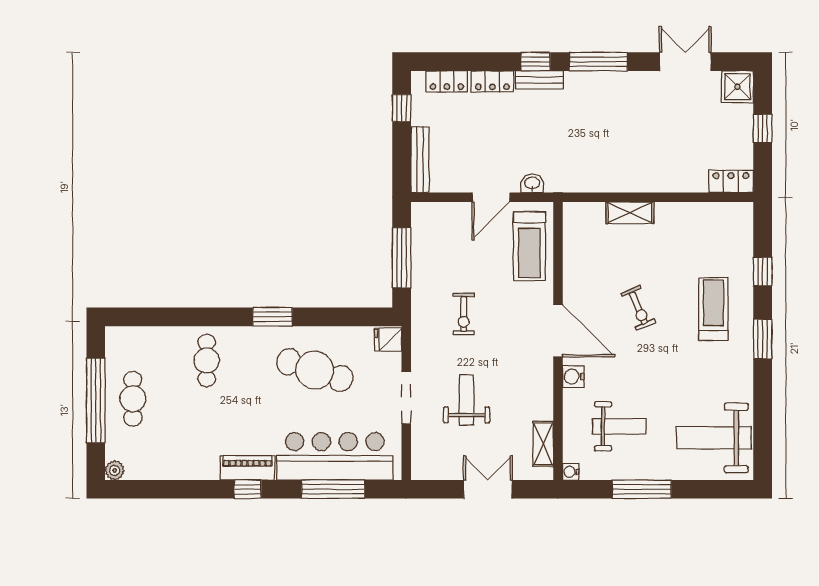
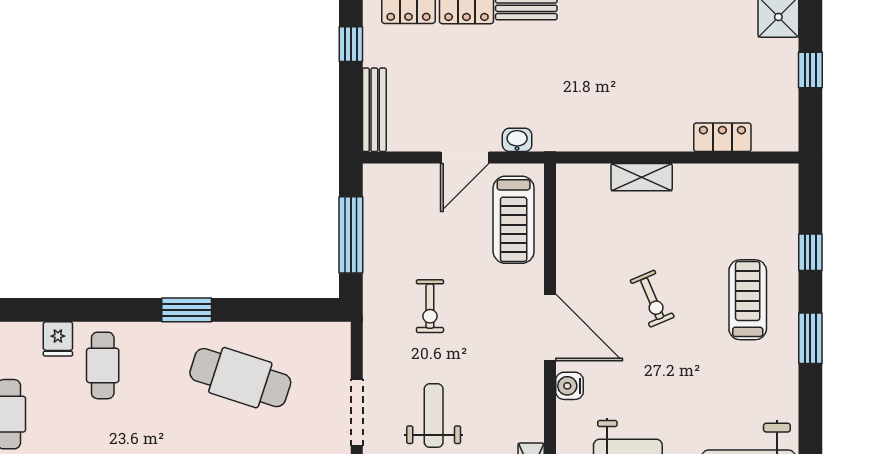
locker: (731, 181) -> (722, 137), moved
fridge: (388, 340) -> (58, 339), moved, turned -90

